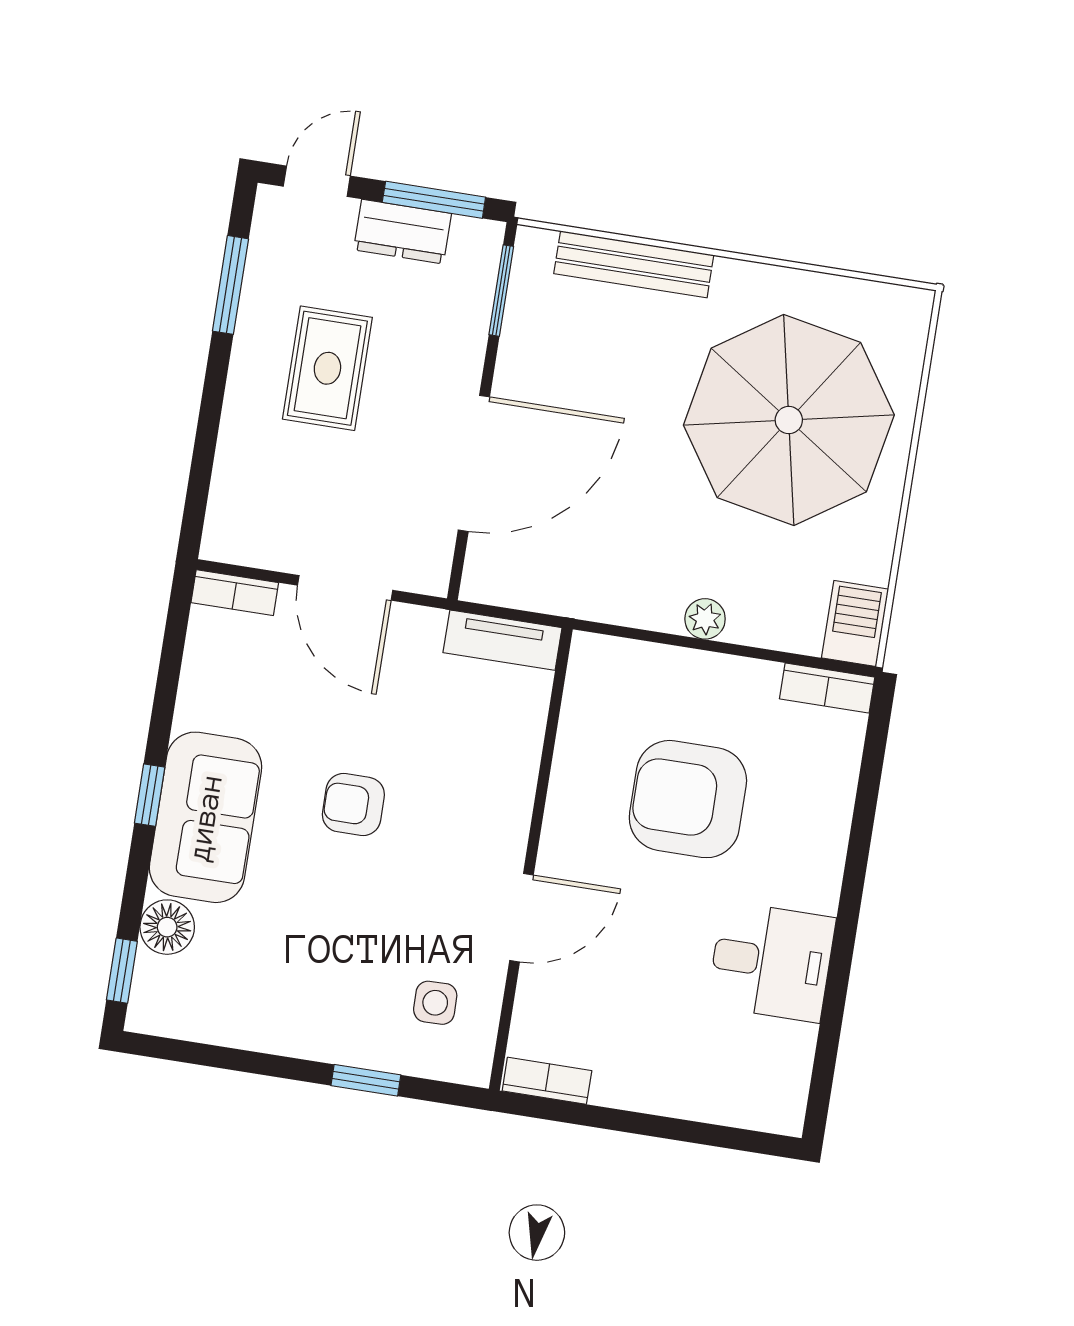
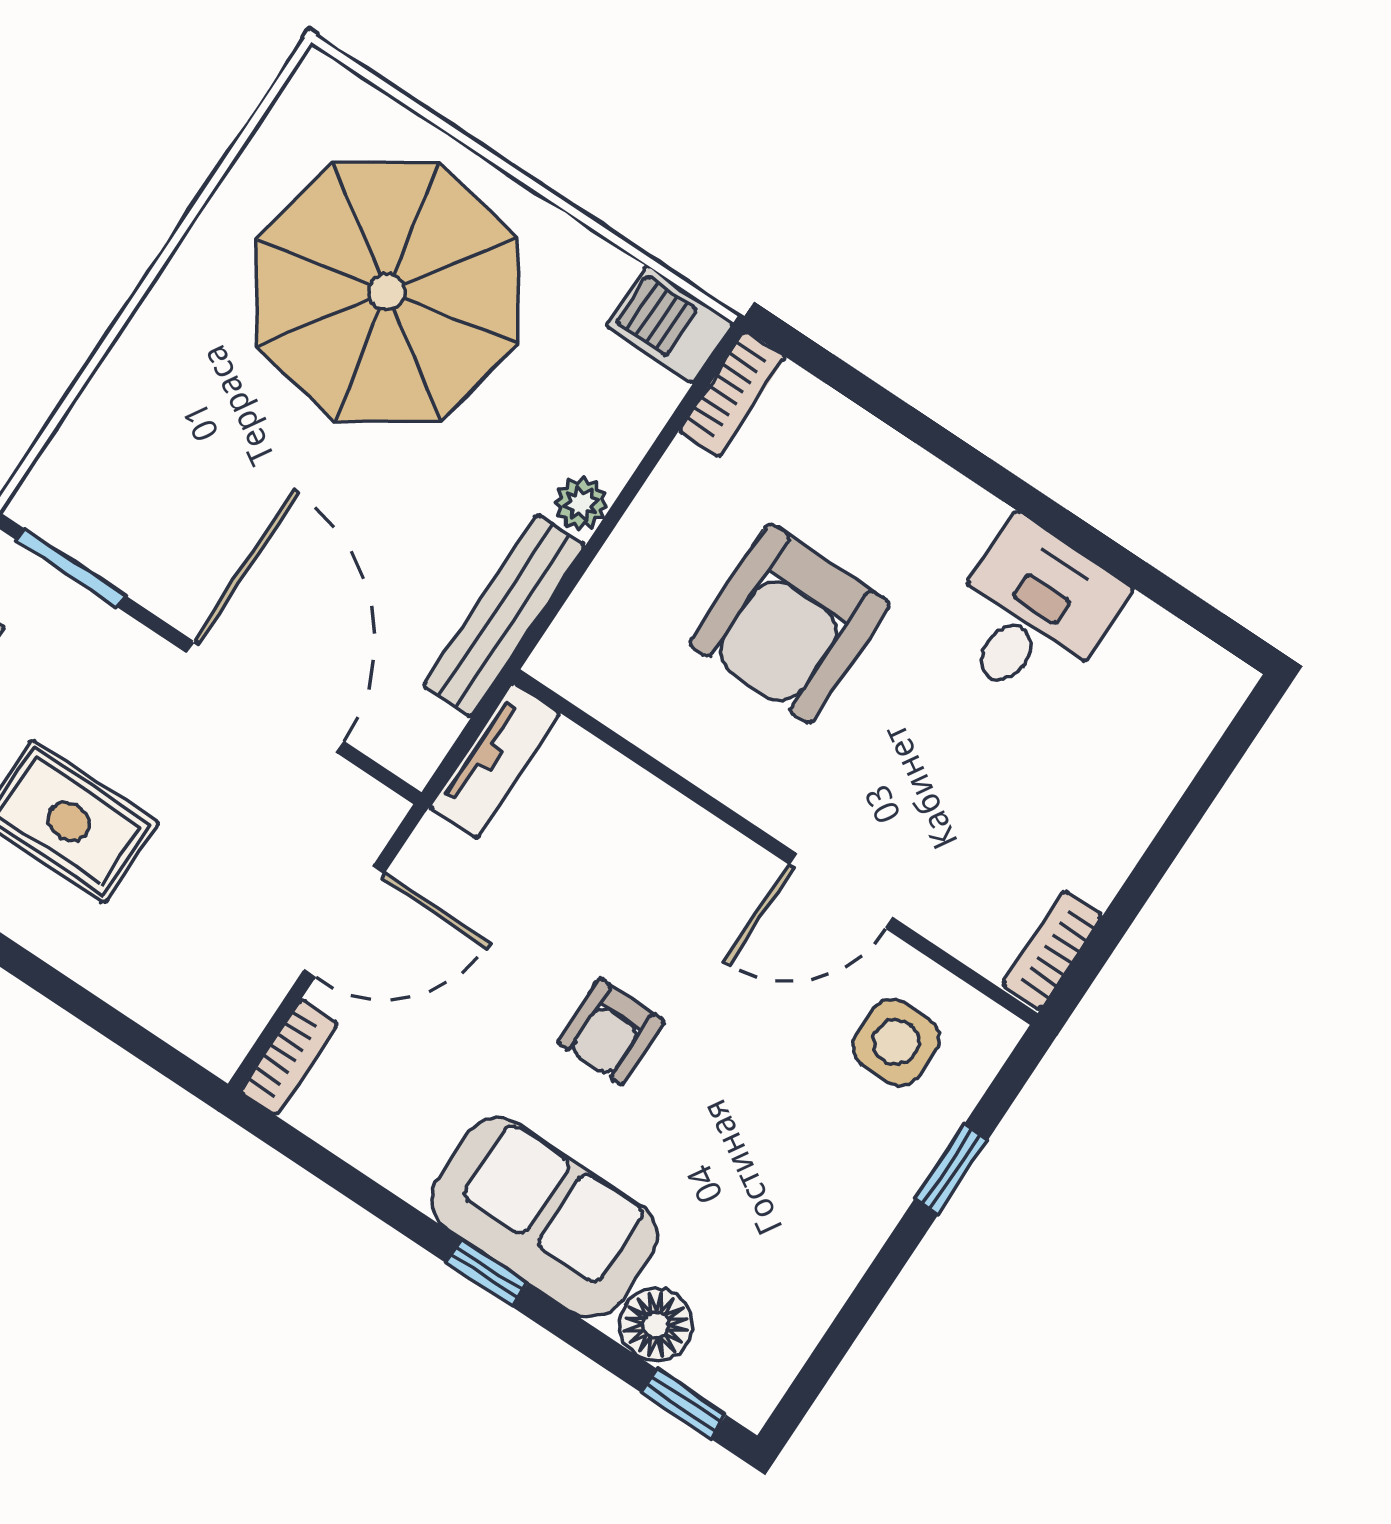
bench: (634, 264) -> (504, 615), moved
door: (521, 918) -> (841, 891), swing flipped
side table: (435, 1003) -> (896, 1042), width x1.37, depth x1.37

